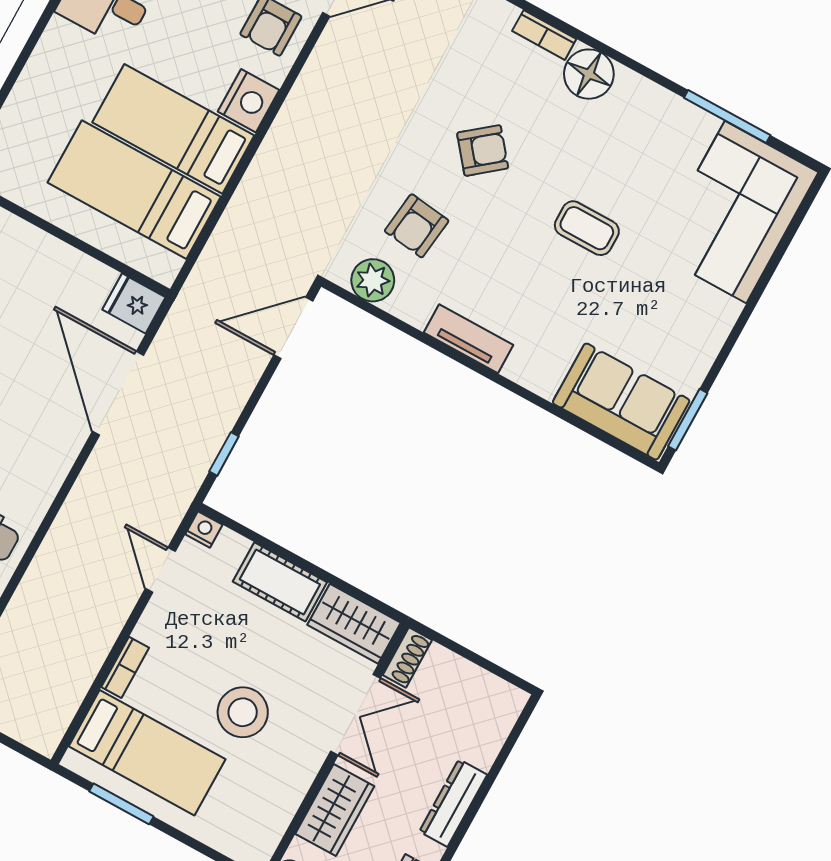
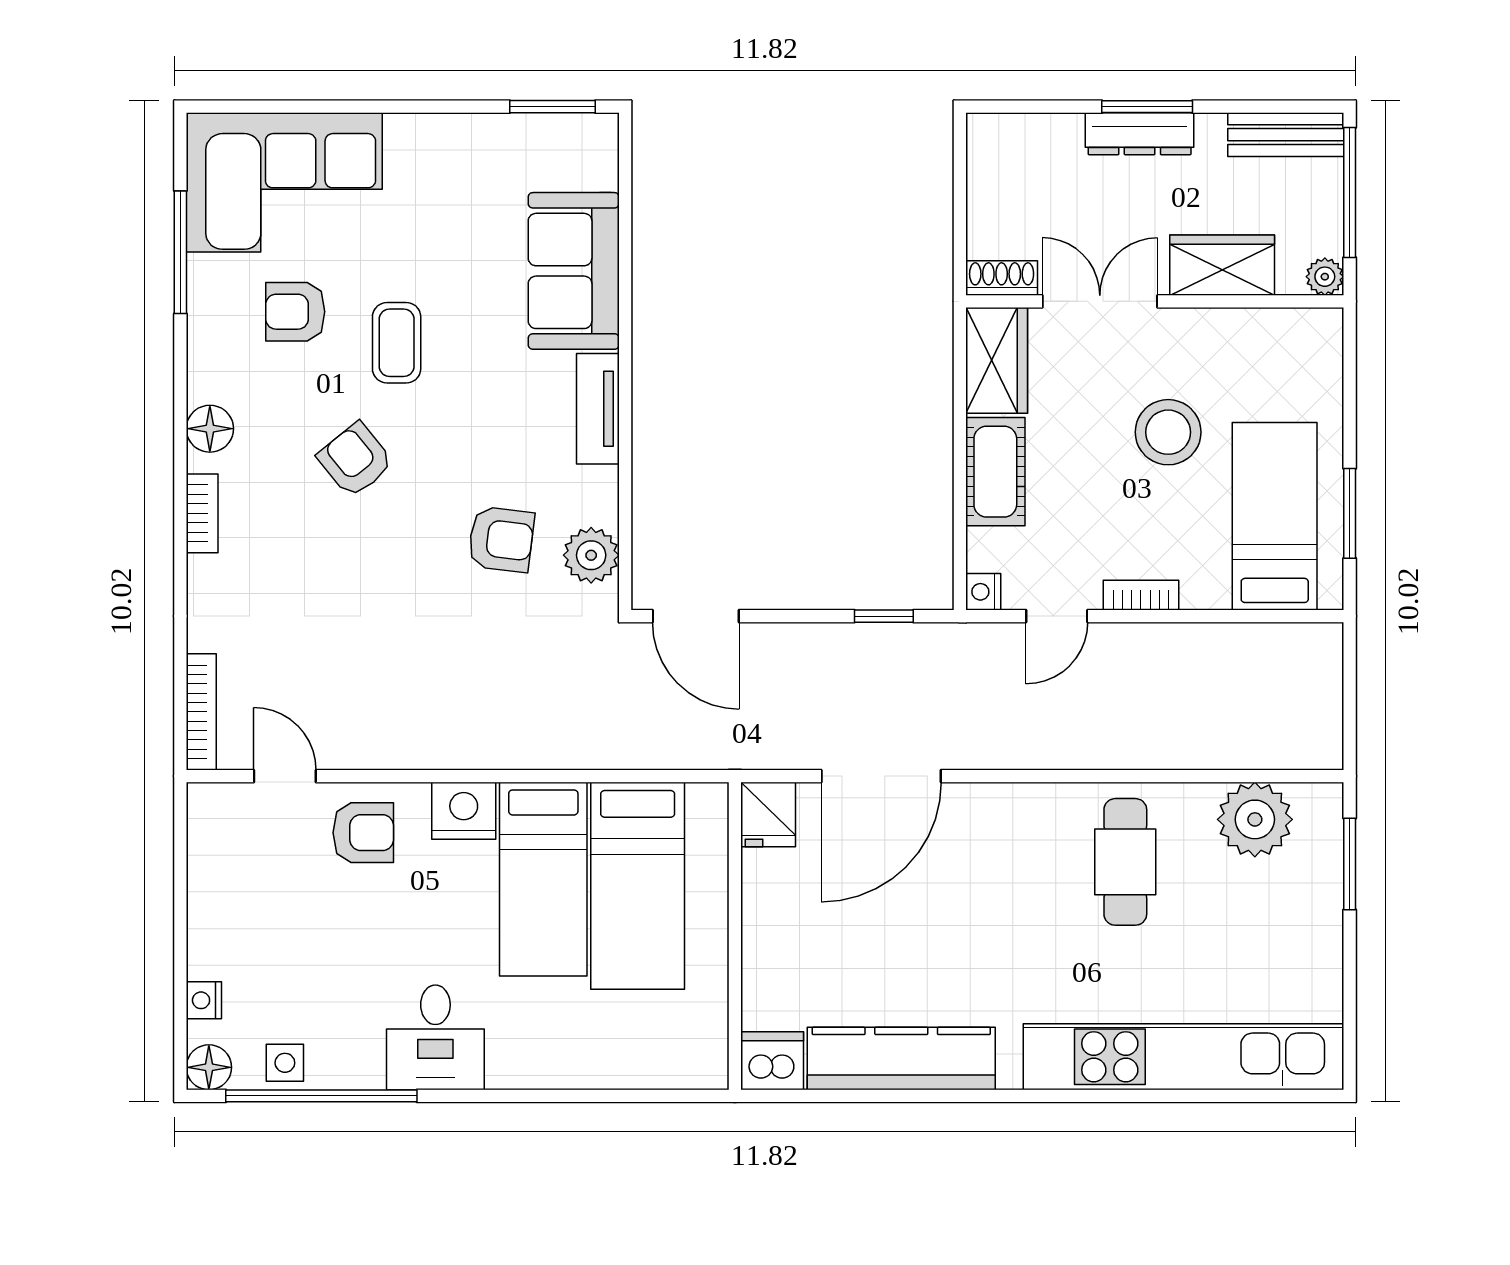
floor lamp: (589, 74) -> (210, 429), width x0.73, depth x0.73
armchair: (483, 150) -> (355, 460), moved
armchair: (645, 172) -> (295, 312), added
sofa: (621, 402) -> (574, 271), moved
bookcase: (125, 667) -> (1141, 595), moved
window: (469, 818) -> (1147, 107), added

